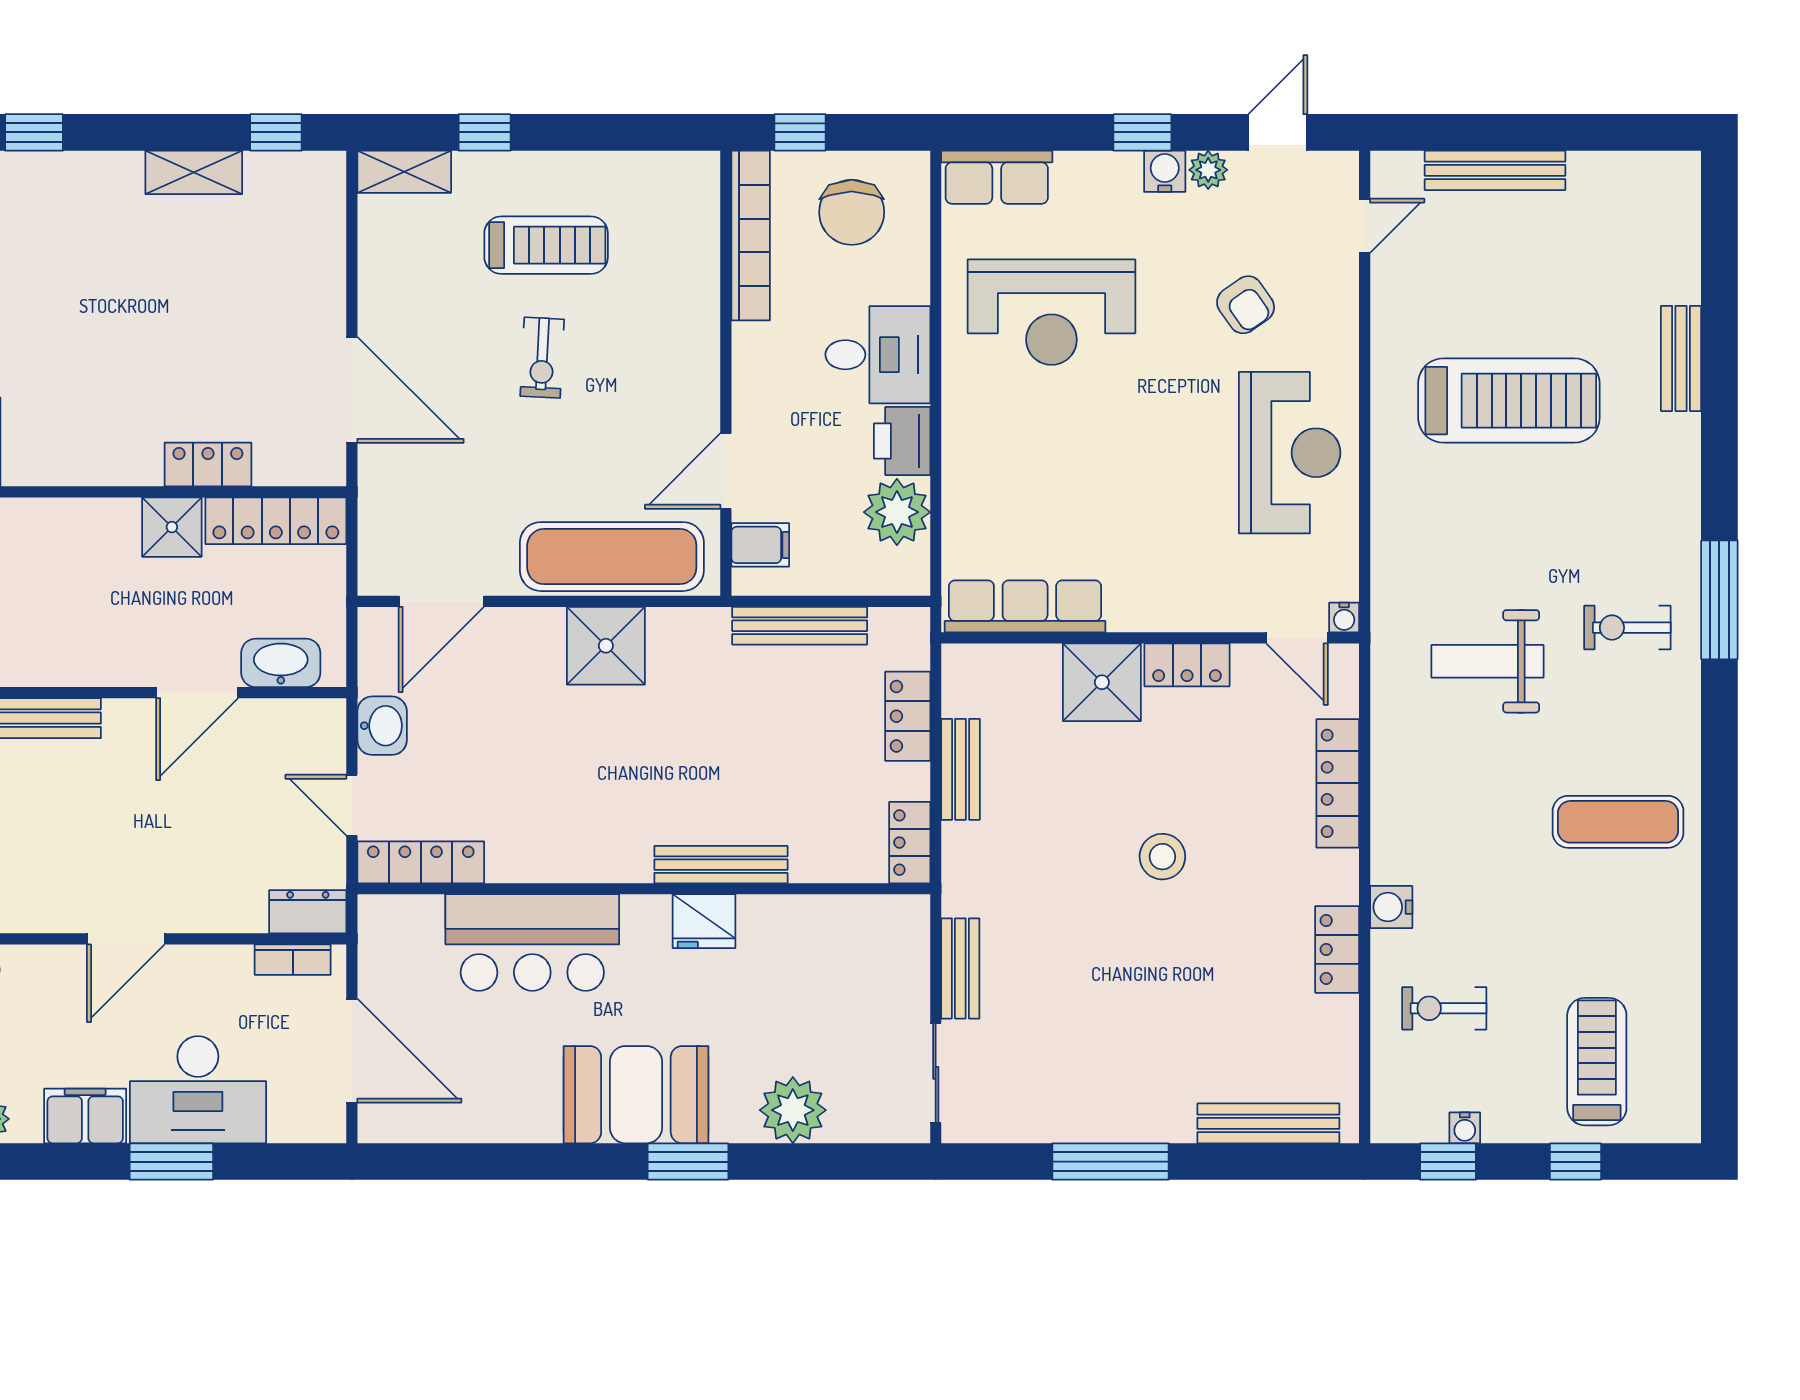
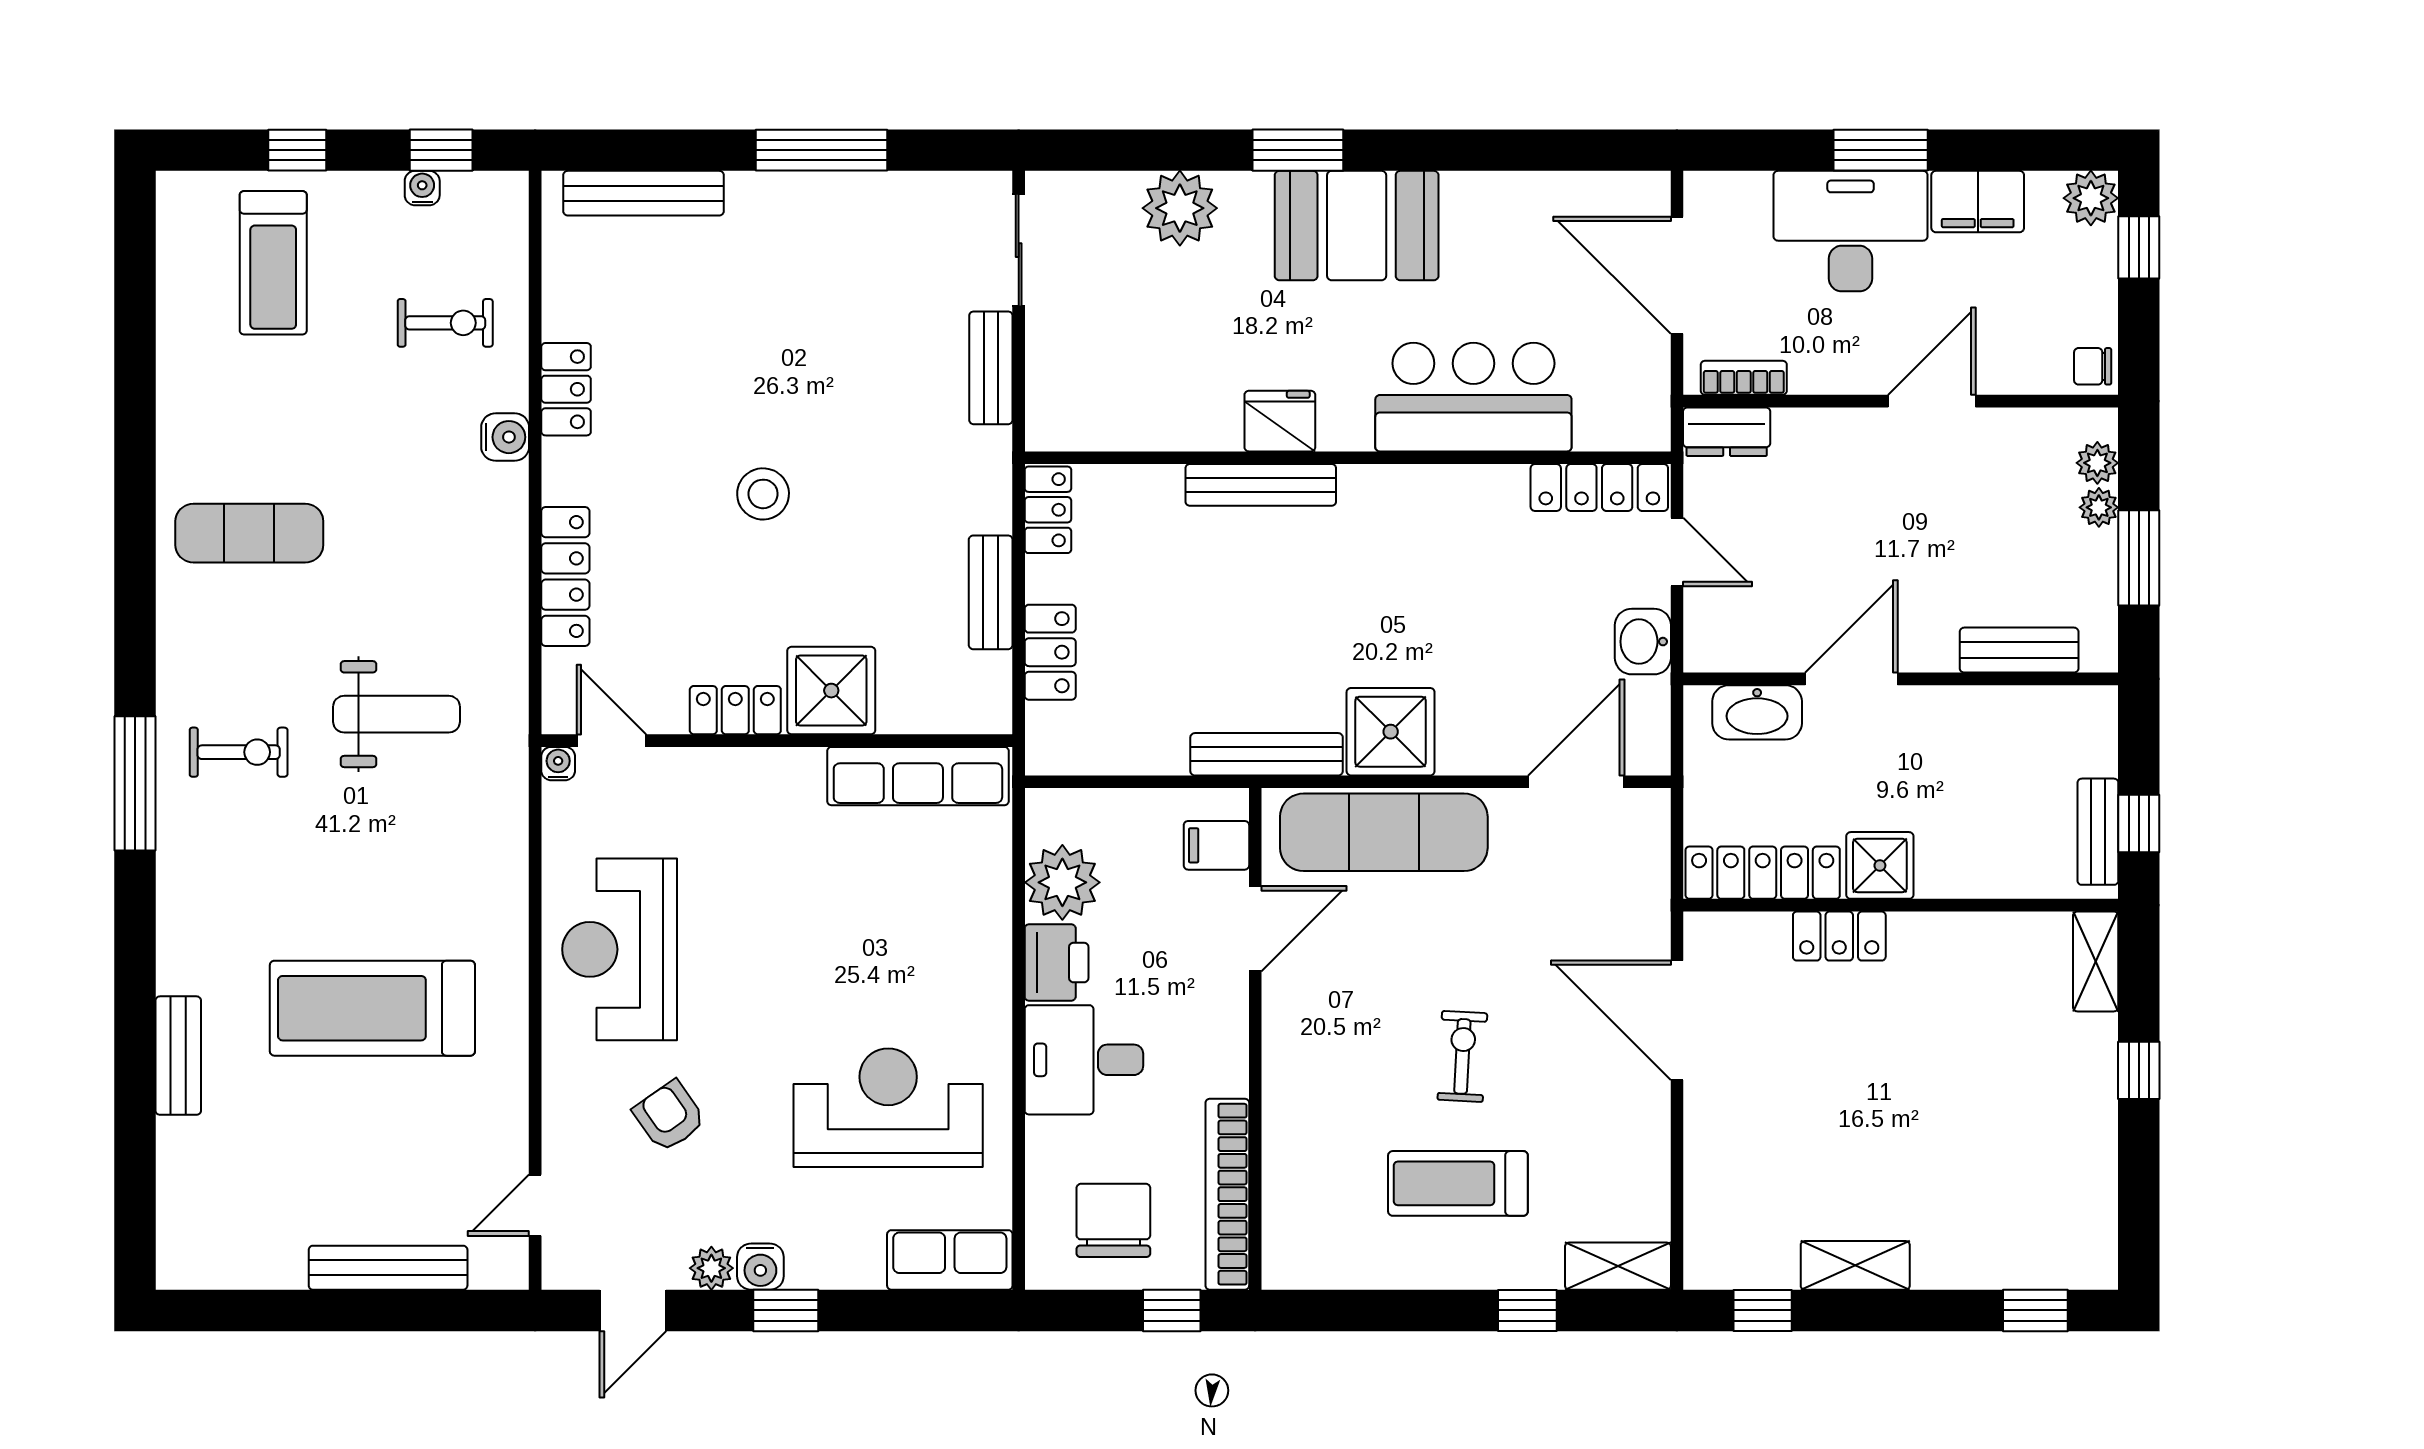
bench: (800, 626) -> (1267, 754), moved

